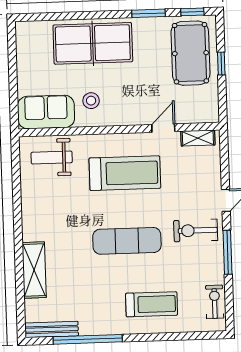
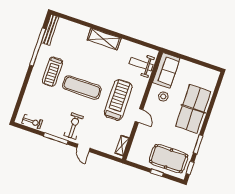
door: (163, 128) -> (139, 116), moved
weight bench: (52, 158) -> (141, 64), turned -90
treadmill: (125, 173) -> (118, 100), turned 180
exercise mat: (127, 241) -> (82, 87), turned 90
shelving: (34, 270) -> (104, 39), moved
treadmill: (152, 304) -> (53, 72), moved

